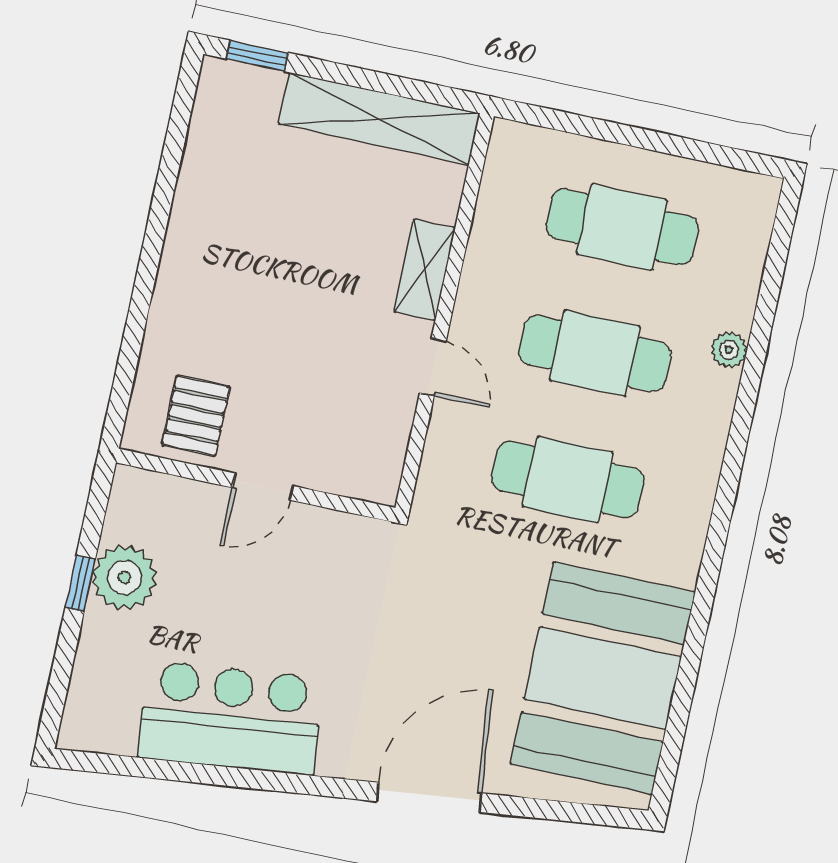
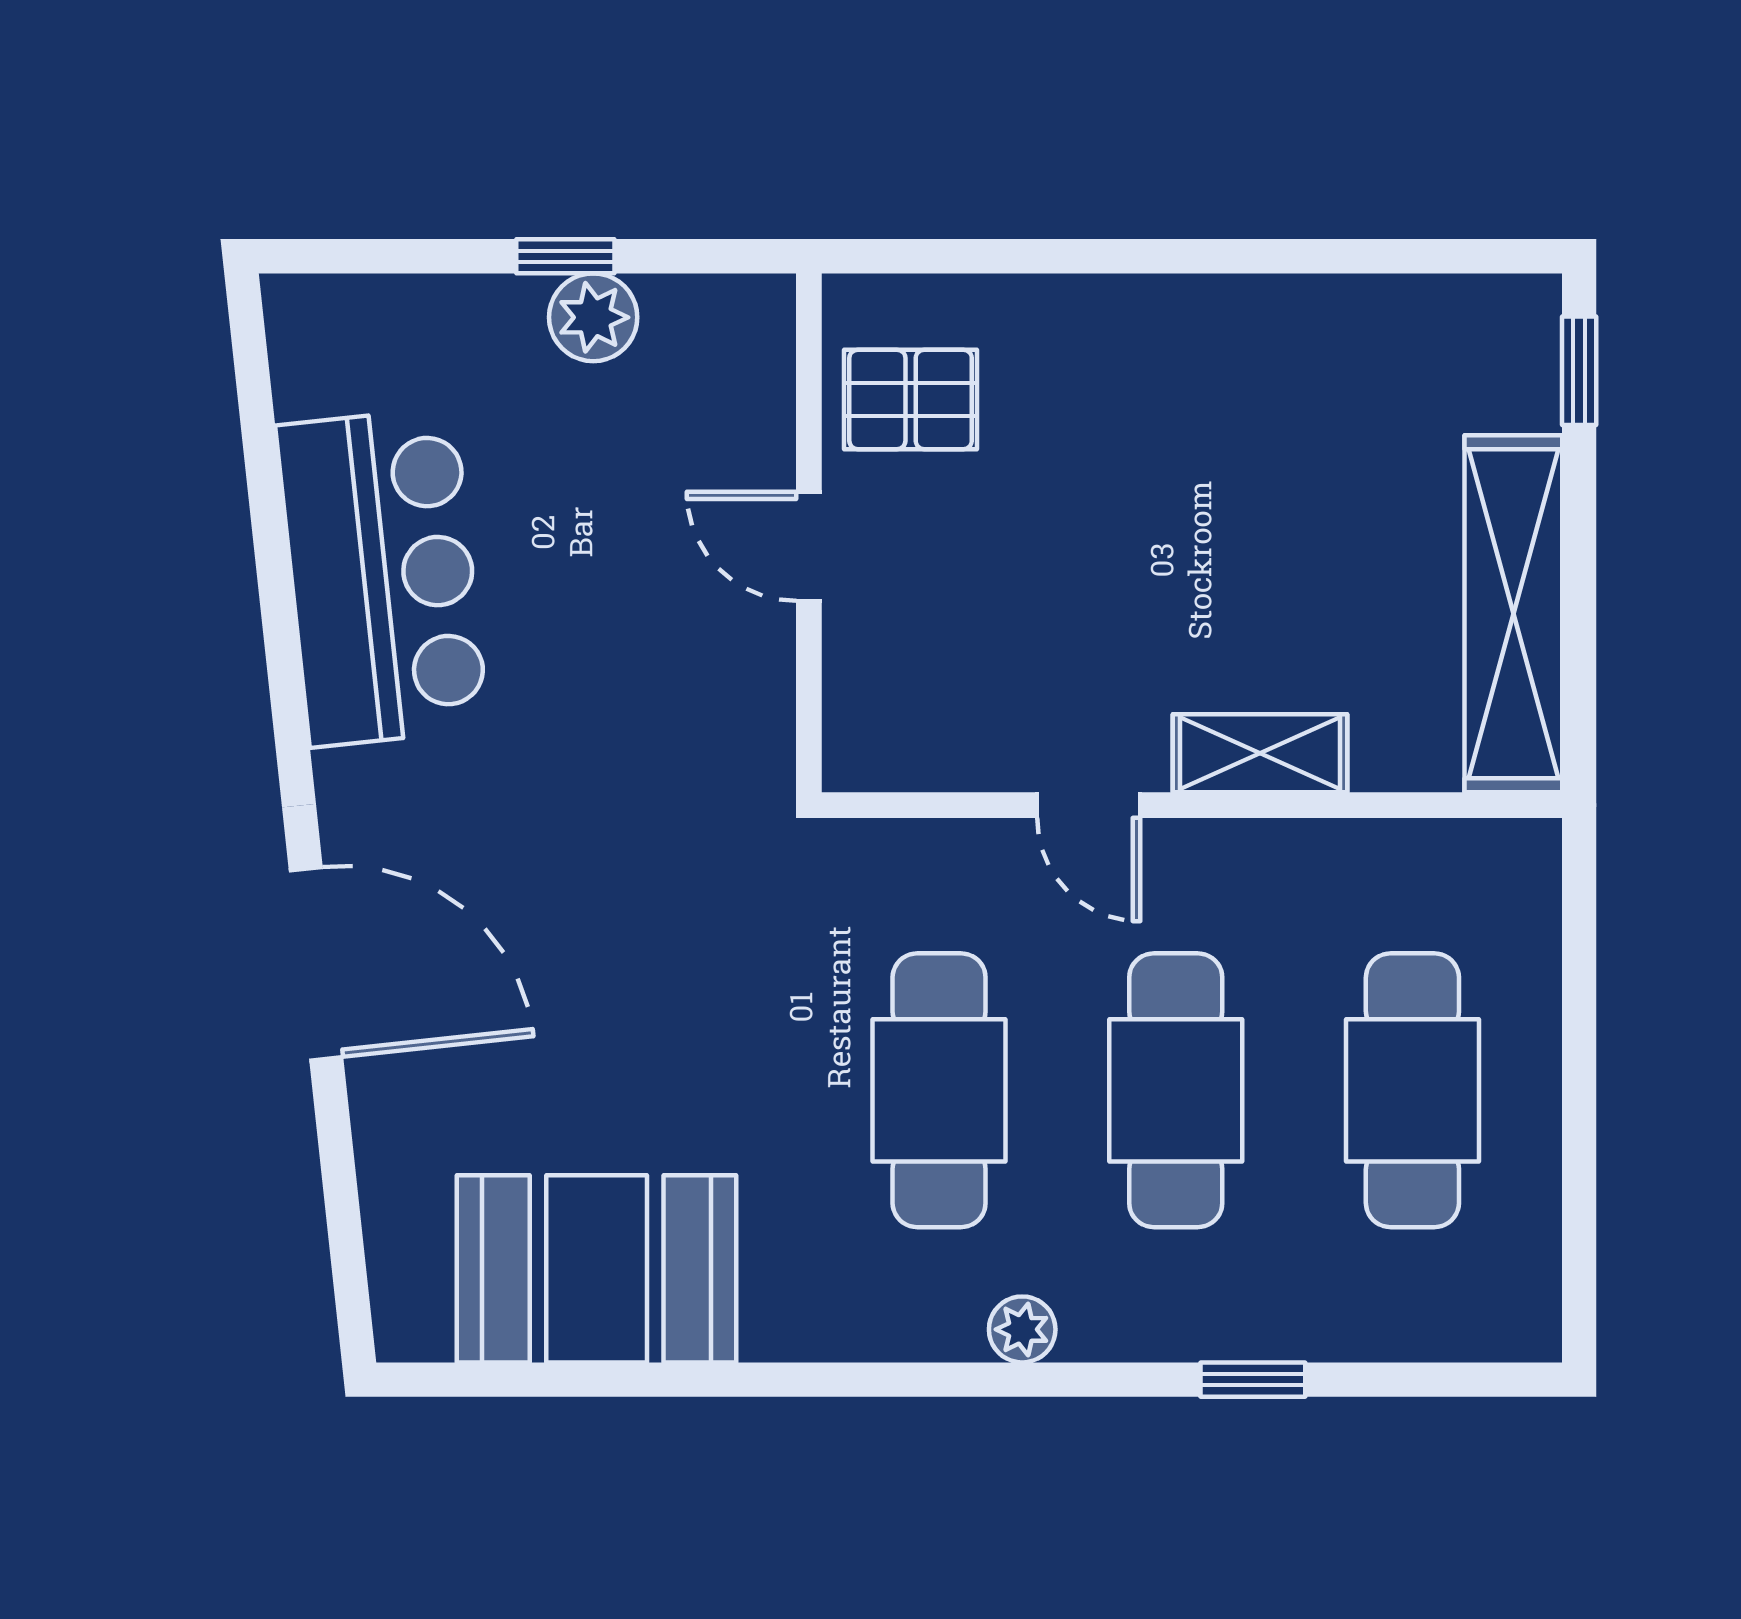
window: (758, 345) -> (1253, 1380), added
plant: (729, 350) -> (1022, 1329), moved
door: (433, 367) -> (1089, 805), hinge flipped
plant: (124, 577) -> (593, 317), width x0.73, depth x0.73
booth: (603, 678) -> (597, 1269), width x0.73, depth x0.70

